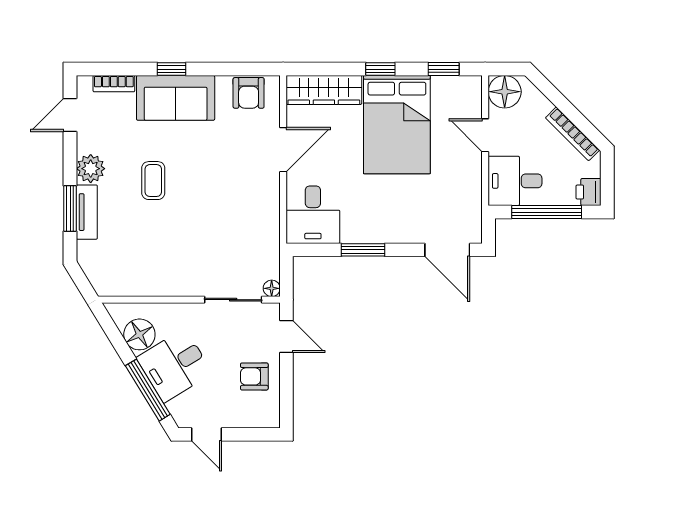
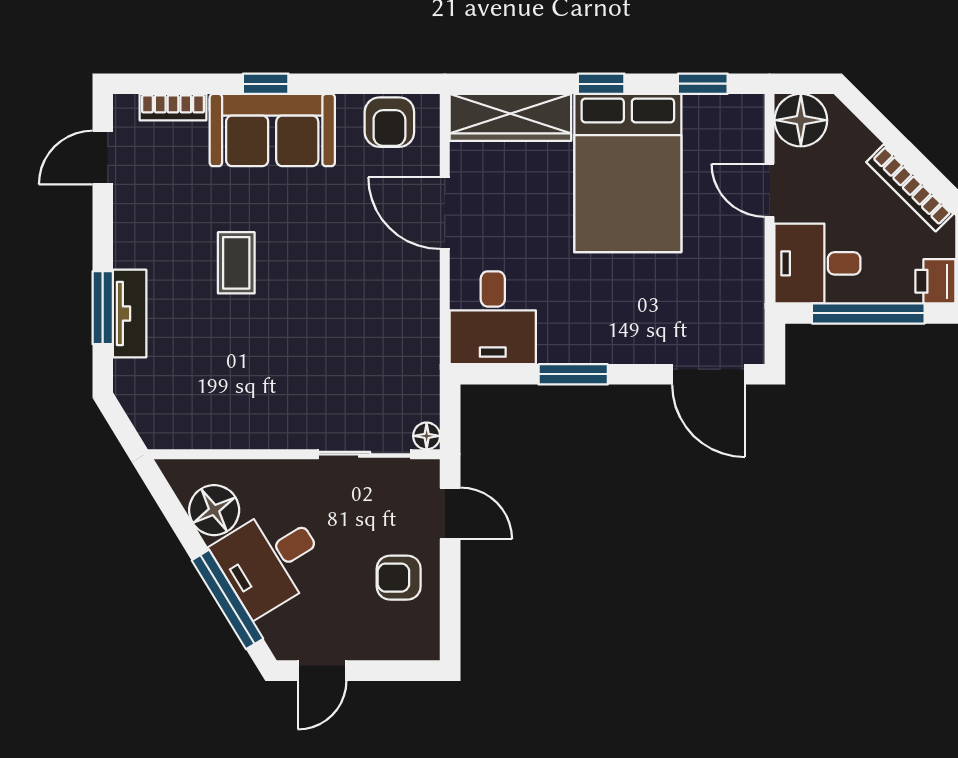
door: (283, 150) -> (445, 213), swing flipped
plant: (91, 169) -> (136, 244), removed
door: (207, 434) -> (322, 671), hinge flipped

